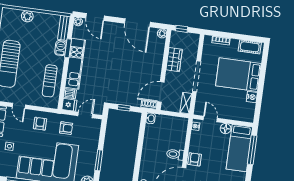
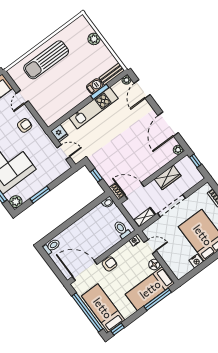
sun lounger: (50, 81) -> (63, 102), removed
dishwasher: (70, 94) -> (68, 126), removed
door: (210, 119) -> (150, 247), hinge flipped
armchair: (66, 128) -> (40, 148), removed
toilet: (175, 154) -> (122, 229), moved

